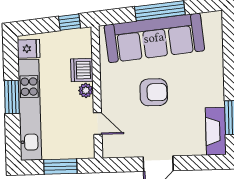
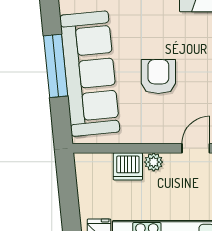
window: (69, 22) -> (67, 180), removed

